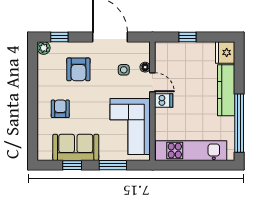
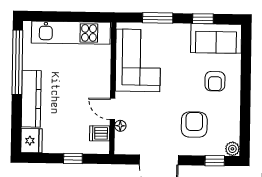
side table: (124, 70) -> (144, 123), removed
dishwasher: (164, 101) -> (100, 133), moved
sofa: (76, 147) -> (216, 38), moved

